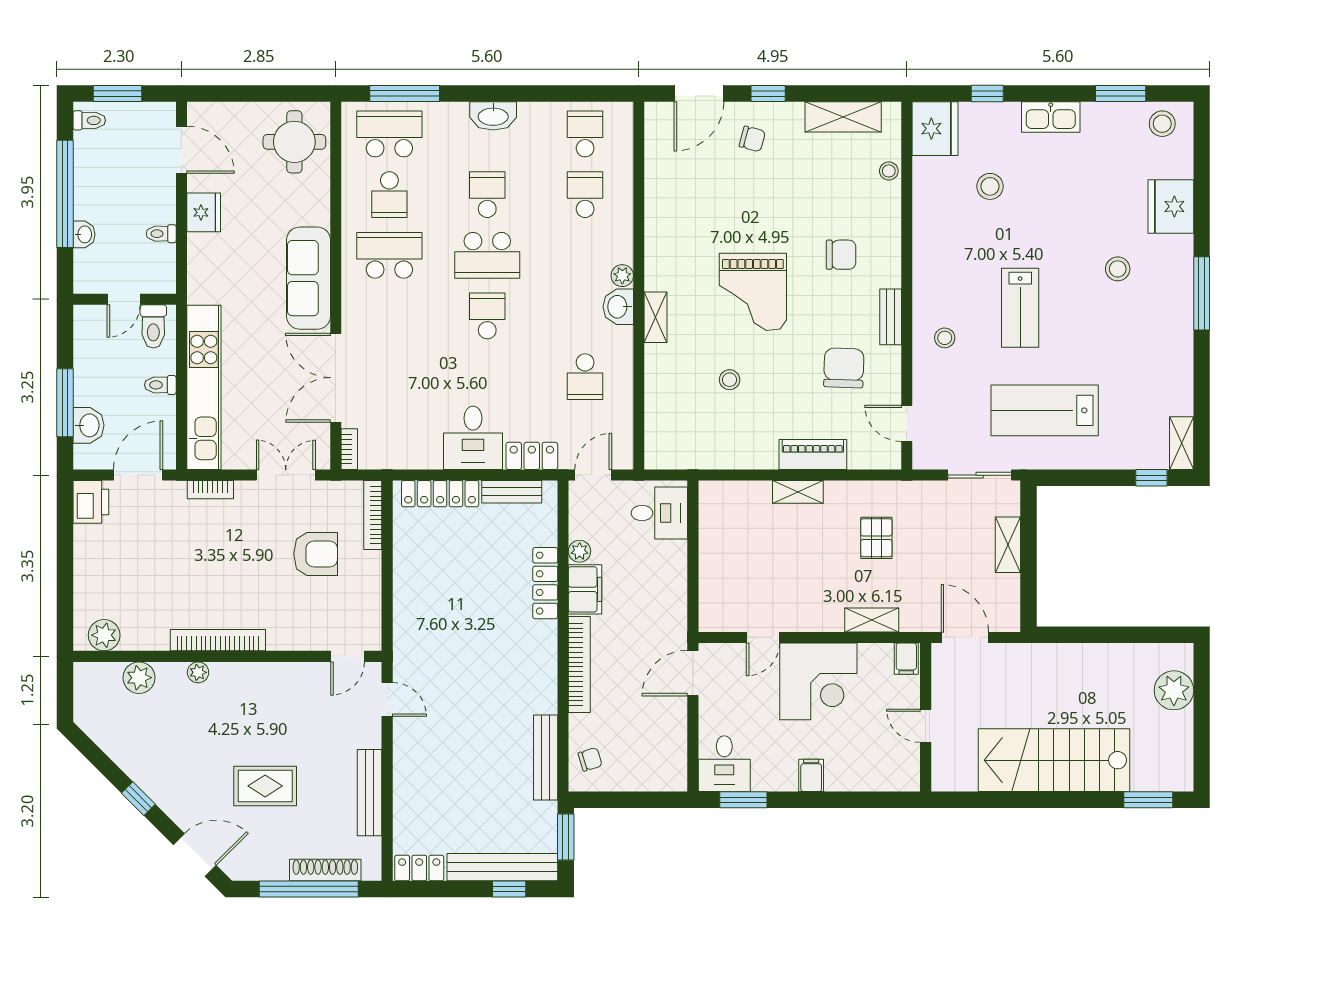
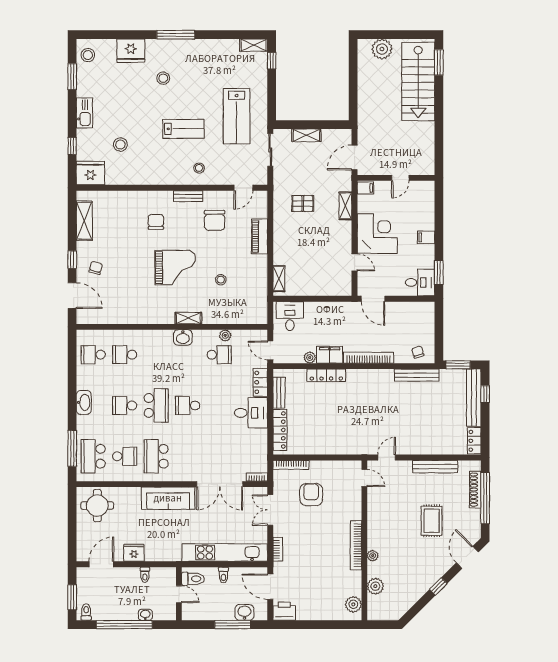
stool: (889, 171) -> (112, 197), removed
plant: (622, 276) -> (225, 335), moved
chair: (844, 368) -> (215, 220), turned -92
shelving: (798, 492) -> (279, 279), moved
stairs: (1054, 760) -> (418, 82), moved

